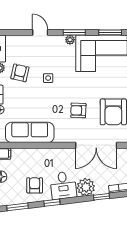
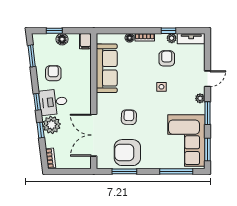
plant: (70, 40) -> (200, 98), moved
armchair: (20, 73) -> (167, 58), turned -103
armchair: (35, 185) -> (53, 73), turned -90
window: (102, 197) -> (41, 130), moved
window: (52, 203) -> (37, 102), moved

